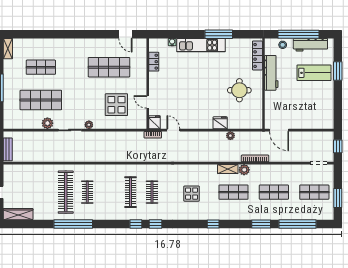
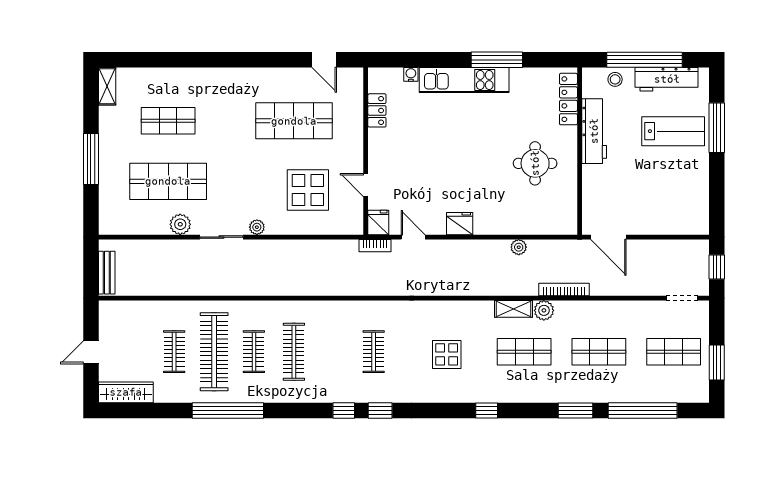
window: (338, 71) -> (717, 128), width x1.44
fridge: (220, 123) -> (460, 224), moved
clothes rail: (44, 192) -> (174, 352), added
clothes rail: (130, 192) -> (294, 352), moved

